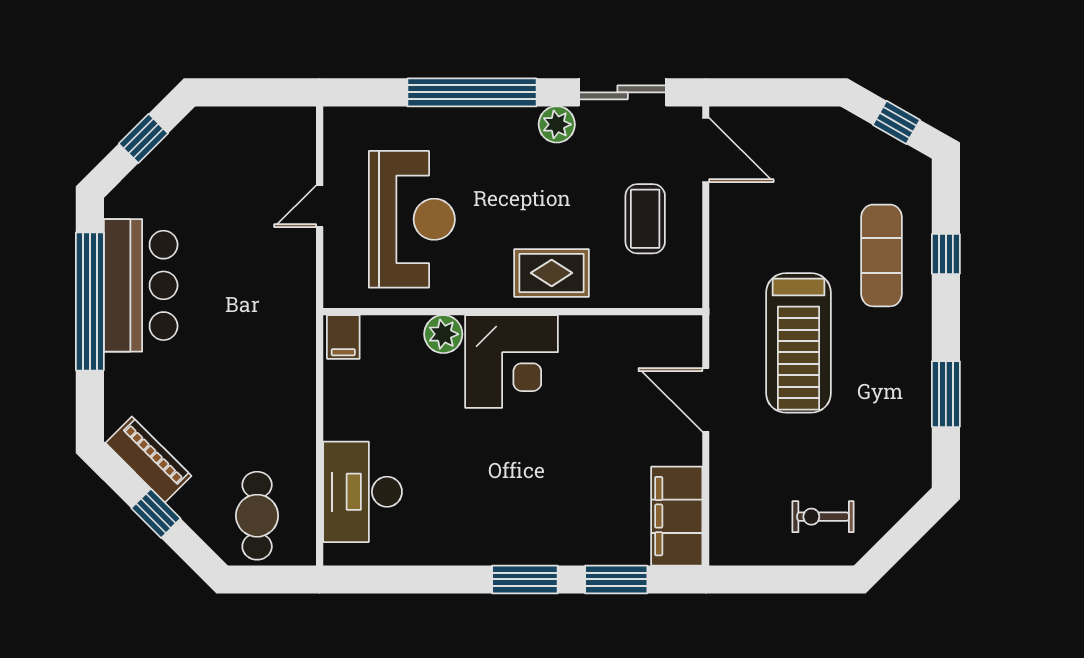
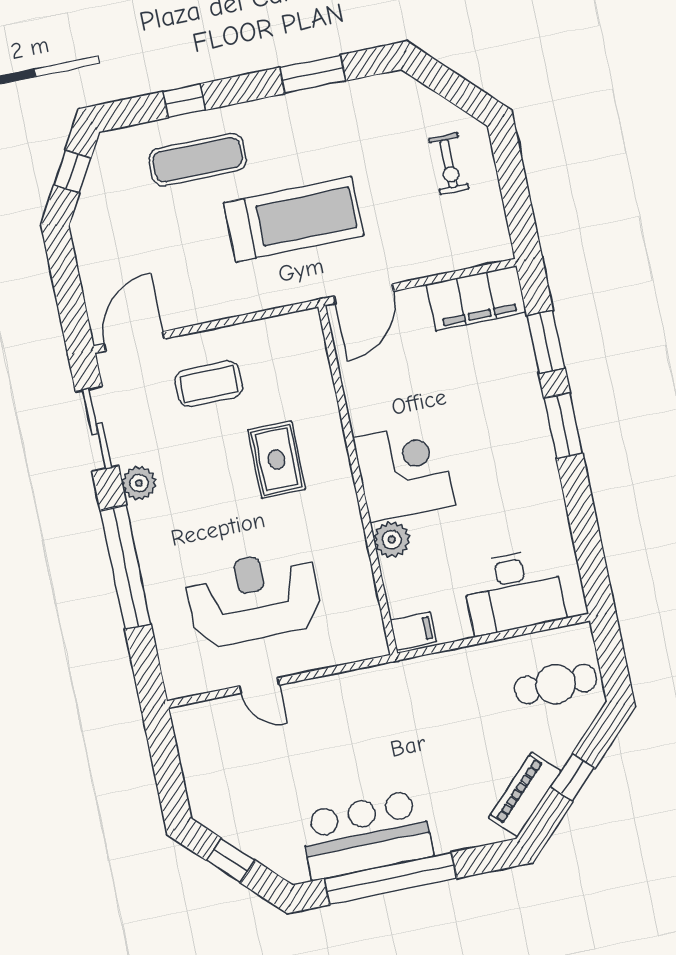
wall: (513, 312) -> (358, 480), moved
plant: (443, 334) -> (392, 540), moved
filing cabinet: (343, 337) -> (413, 631), moved
corner desk: (511, 361) -> (404, 472), moved

